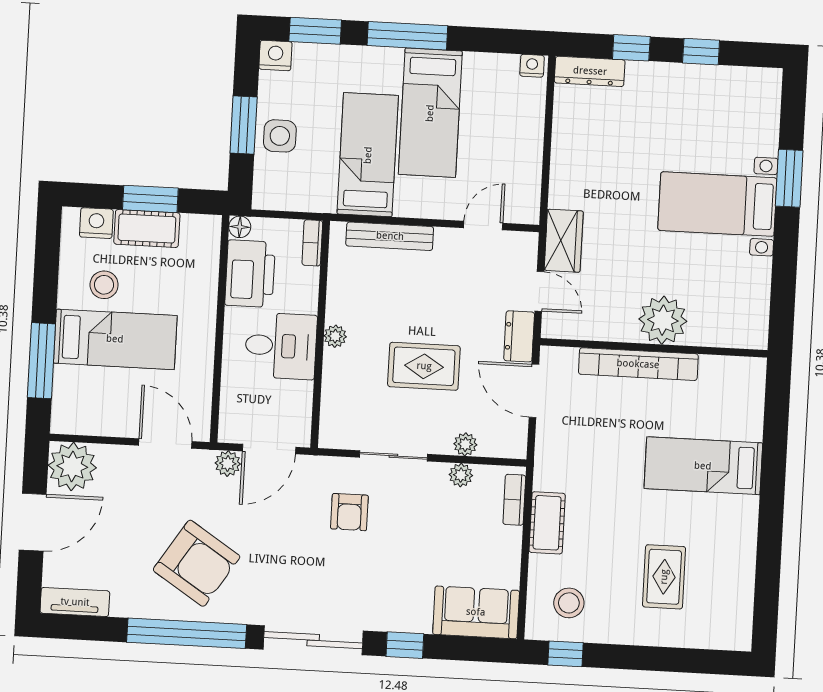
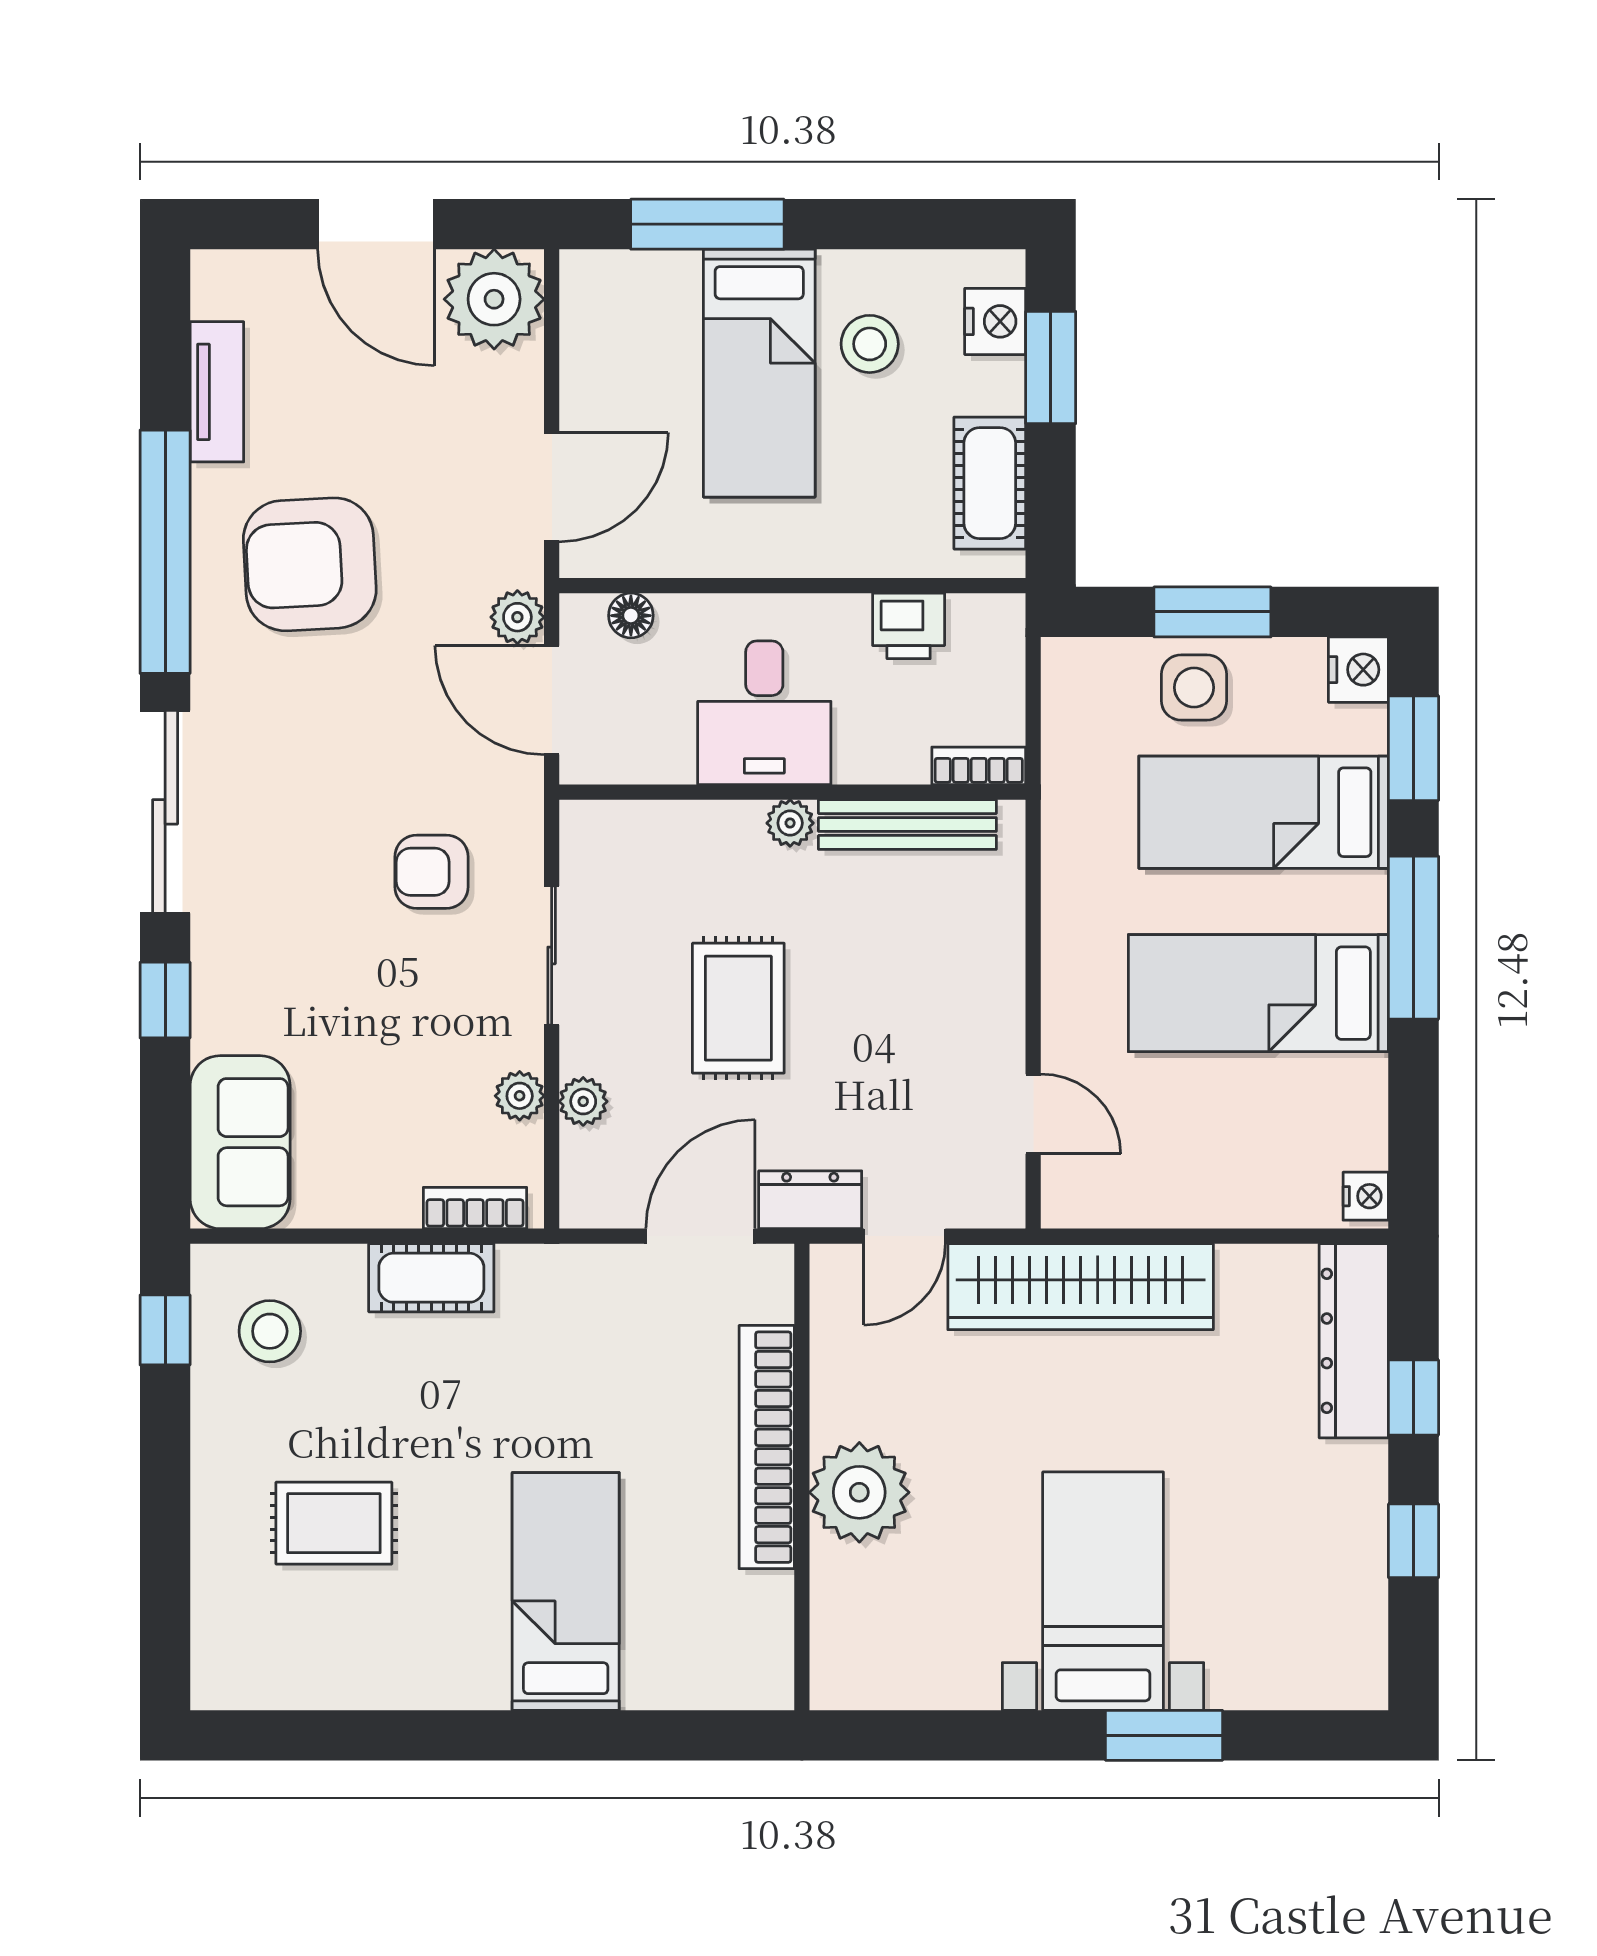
dresser: (590, 71) -> (1354, 1341), width x1.37, depth x1.24
bed: (368, 155) -> (1264, 812), moved, turned 180
window: (150, 199) -> (1051, 367), moved
floor lamp: (240, 227) -> (631, 616), moved
cot: (147, 228) -> (990, 483), moved
bench: (390, 236) -> (907, 824), moved, turned 90
wardrobe: (564, 241) -> (1081, 1287), width x2.10, depth x1.17
printer: (250, 274) -> (909, 626), width x0.53, depth x0.68
armchair: (197, 563) -> (310, 564), turned 54
tv unit: (75, 602) -> (217, 392), moved

